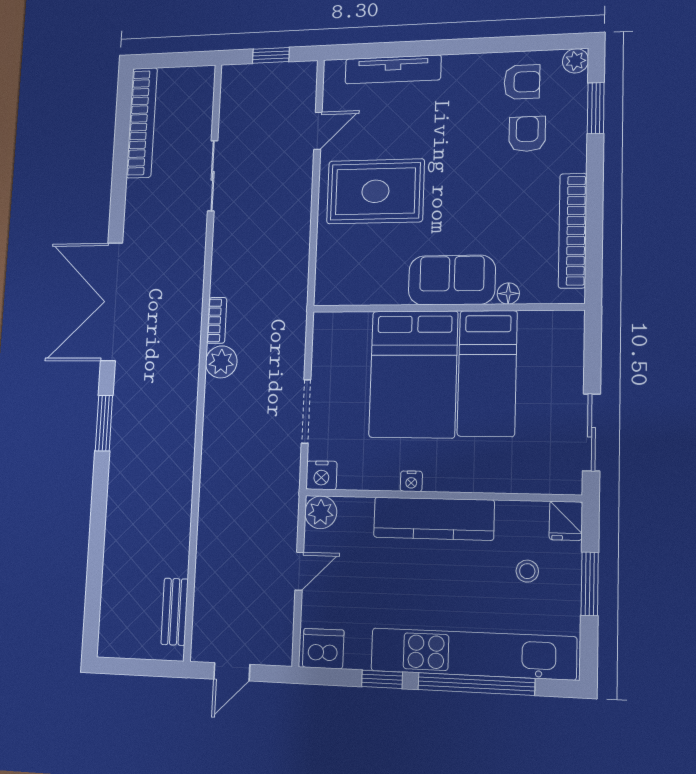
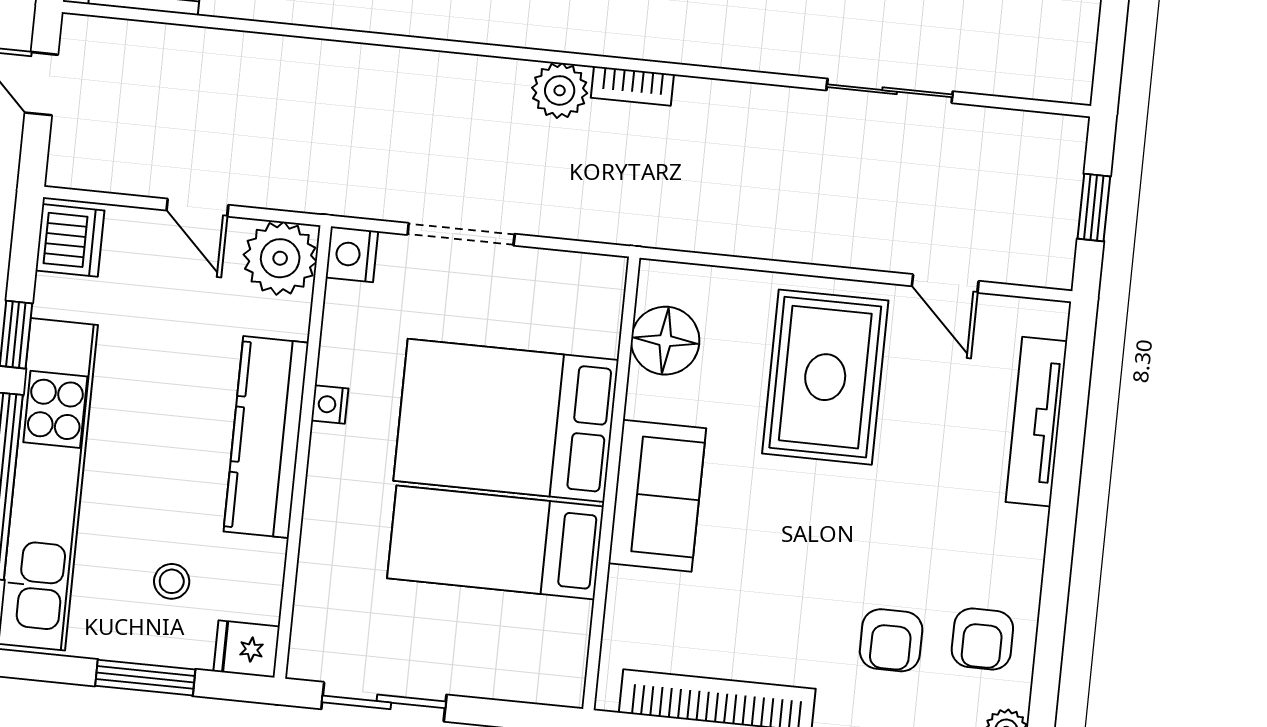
armchair: (527, 134) -> (891, 640), turned 90
floor lamp: (508, 294) -> (665, 341), moved, width x1.89, depth x1.89
plant: (321, 512) -> (280, 258), width x1.36, depth x1.36

